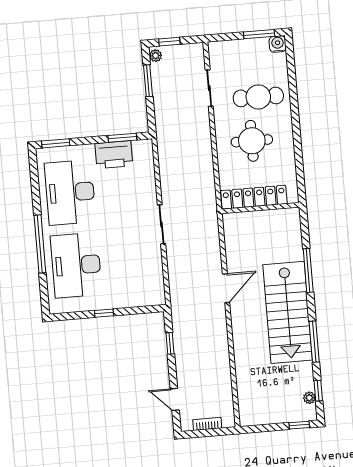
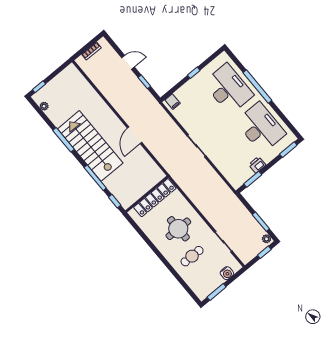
water cooler: (278, 44) -> (227, 273), moved
cafe table: (258, 97) -> (192, 256), width x0.73, depth x0.74
printer: (114, 155) -> (257, 165), width x0.53, depth x0.68
filing cabinet: (153, 296) -> (173, 102), added
window: (318, 391) -> (115, 201), moved
door: (175, 399) -> (128, 62), moved

